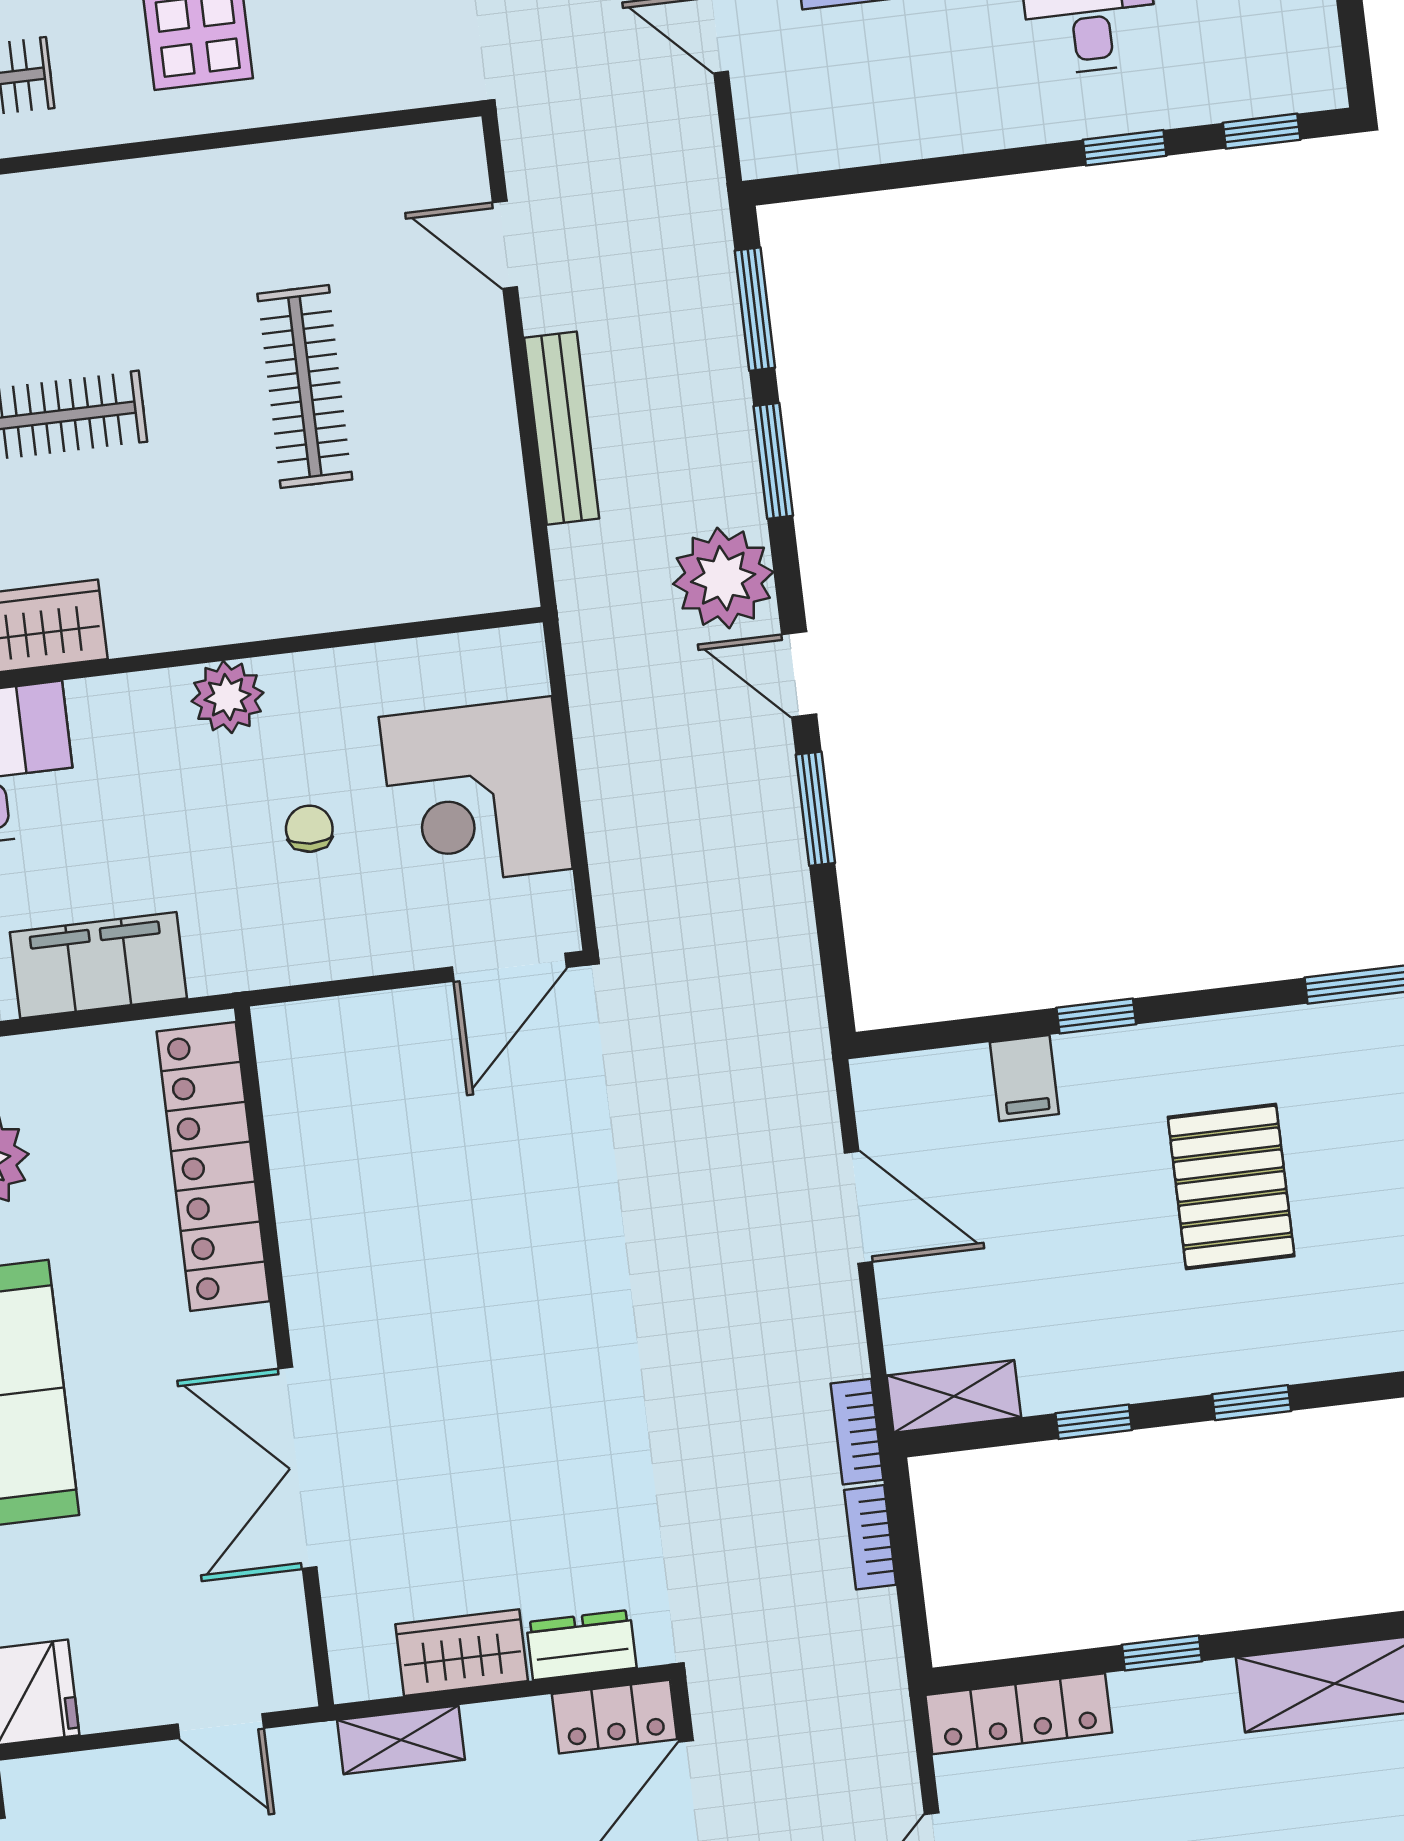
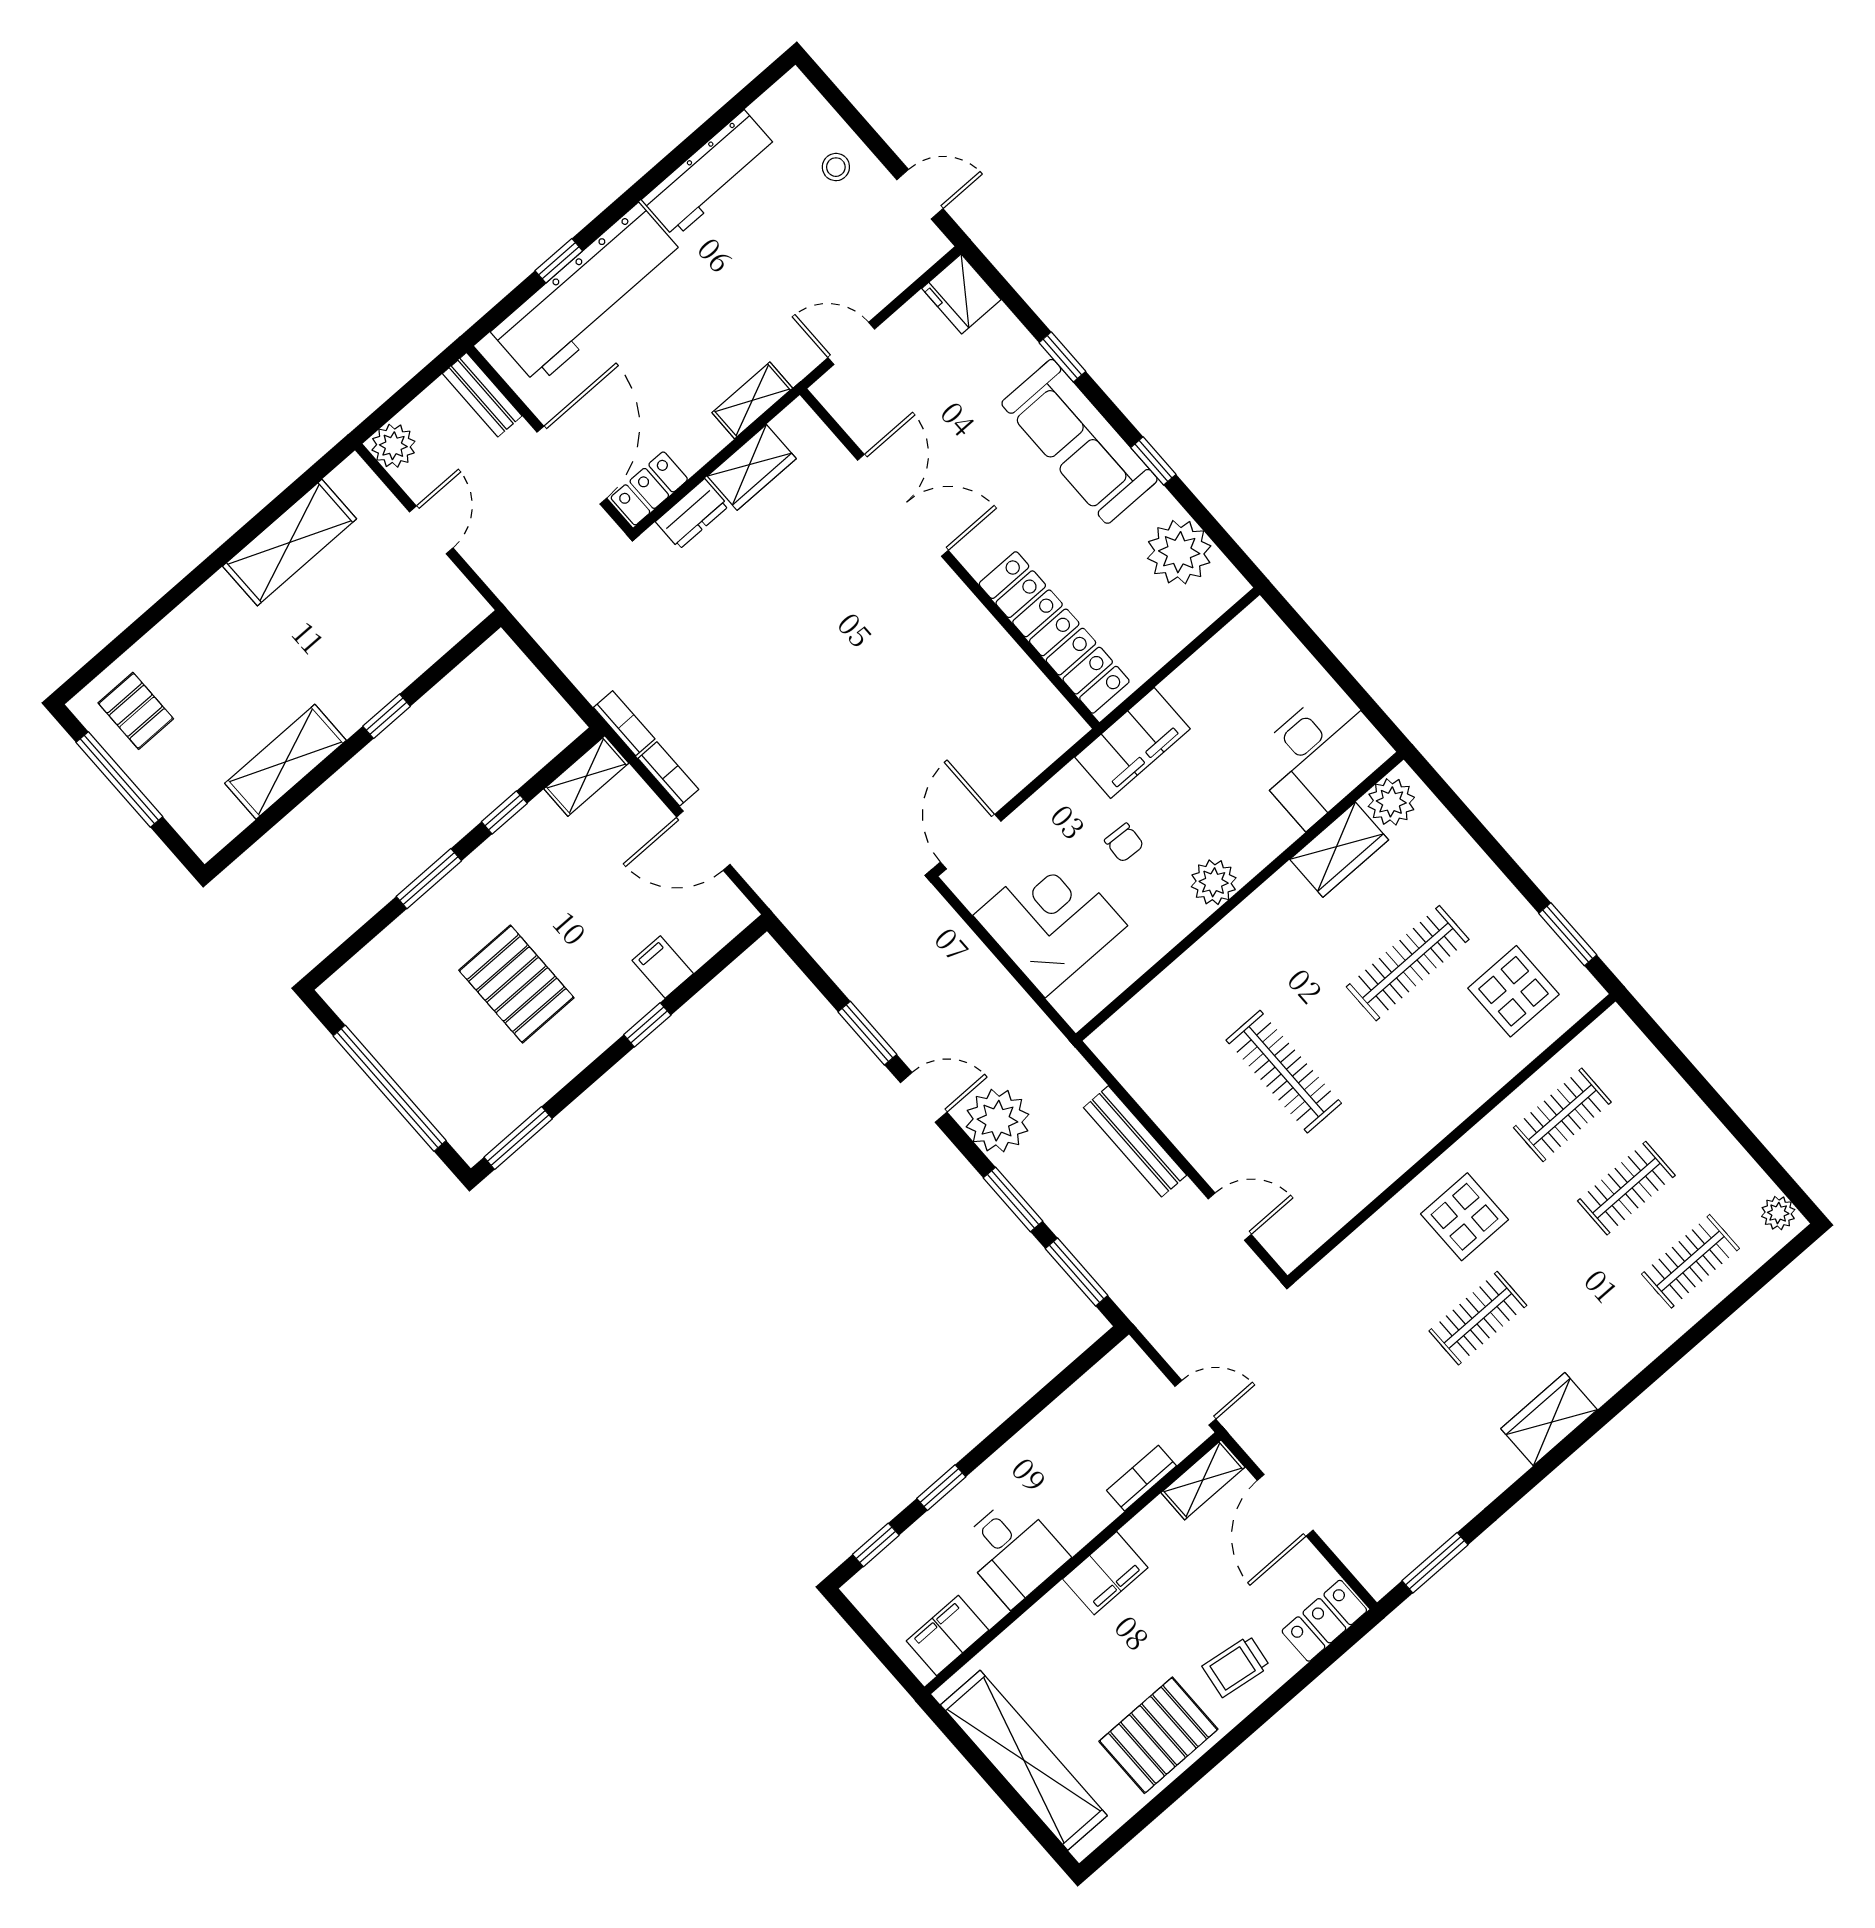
filing cabinet: (98, 965) -> (1132, 743), moved
window: (1252, 1403) -> (429, 879), width x1.50
bookcase: (870, 1537) -> (668, 774), moved
locker: (1019, 1714) -> (440, 634), removed

